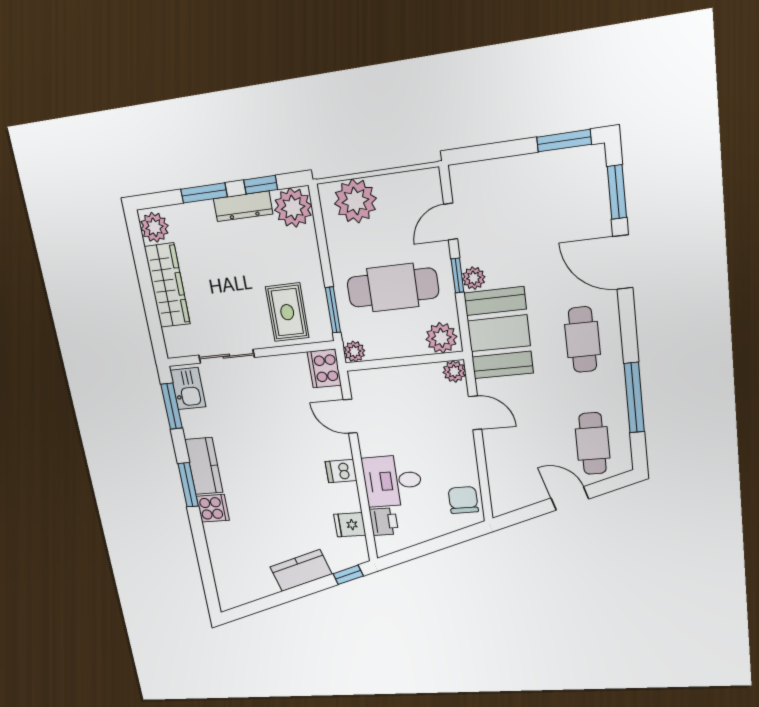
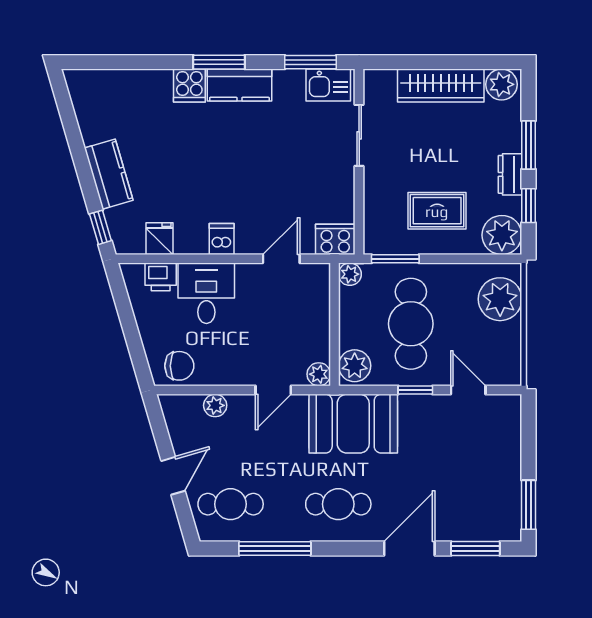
dresser: (243, 206) -> (510, 174), width x0.70
plant: (474, 278) -> (215, 405), moved
rug: (287, 312) -> (437, 211), moved

